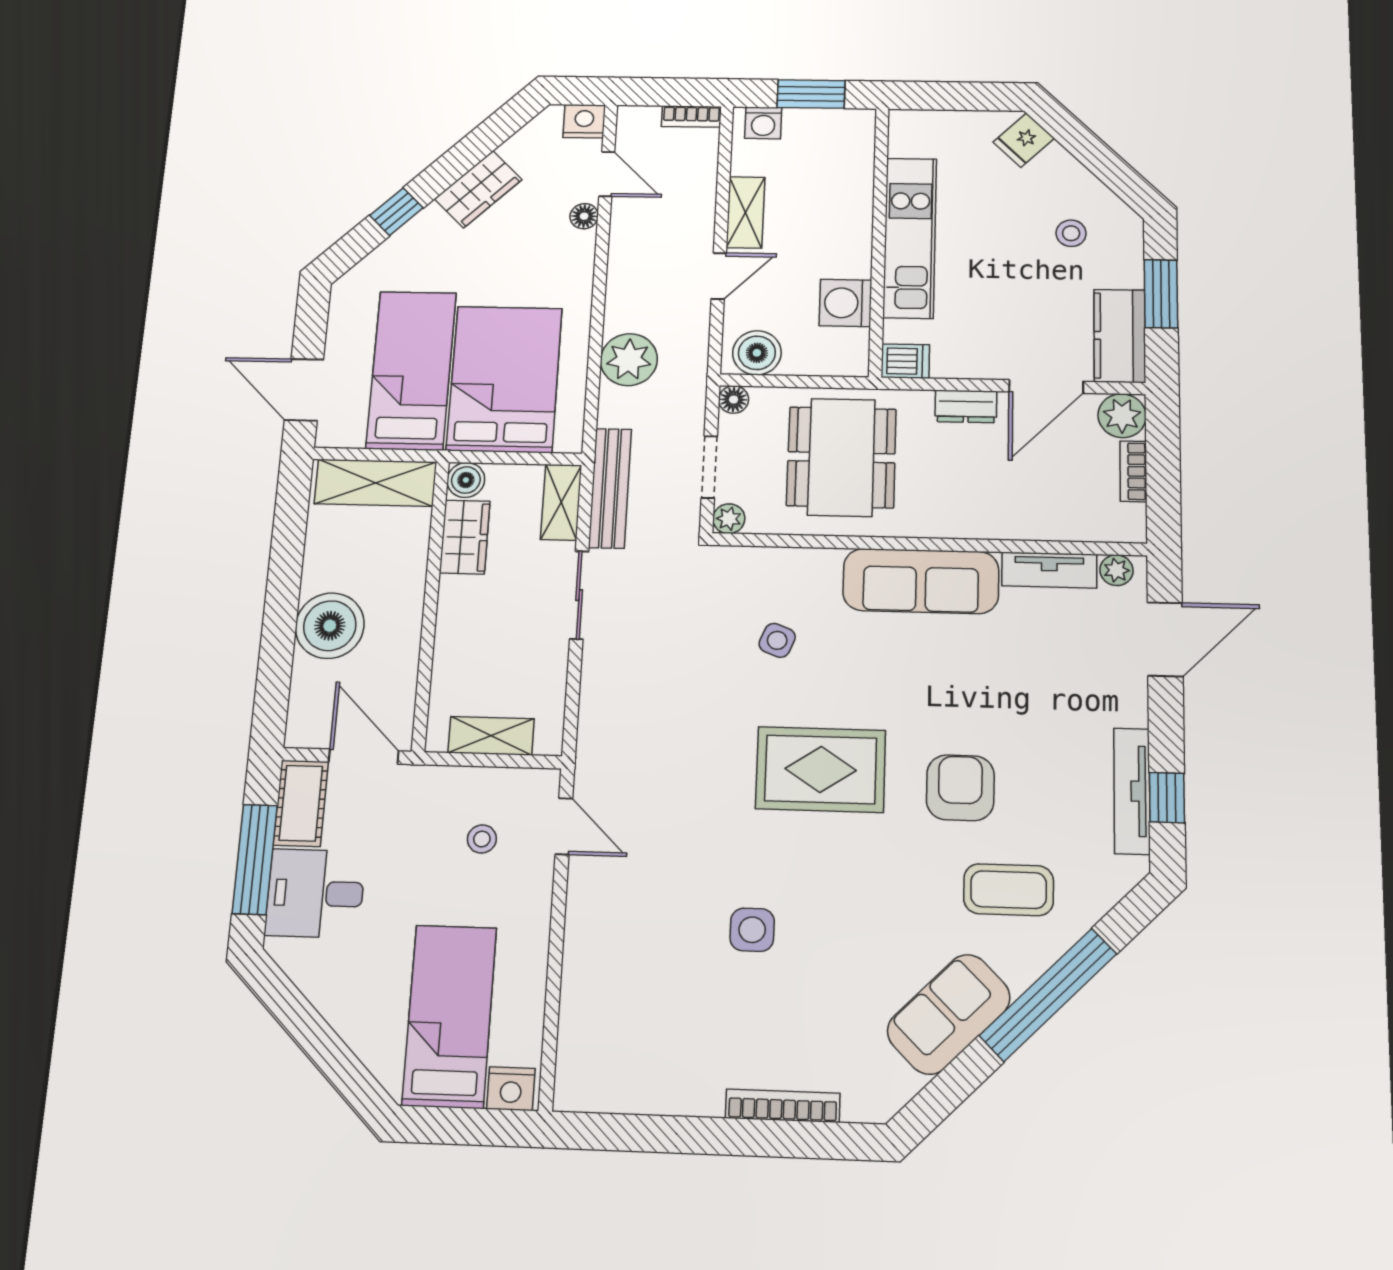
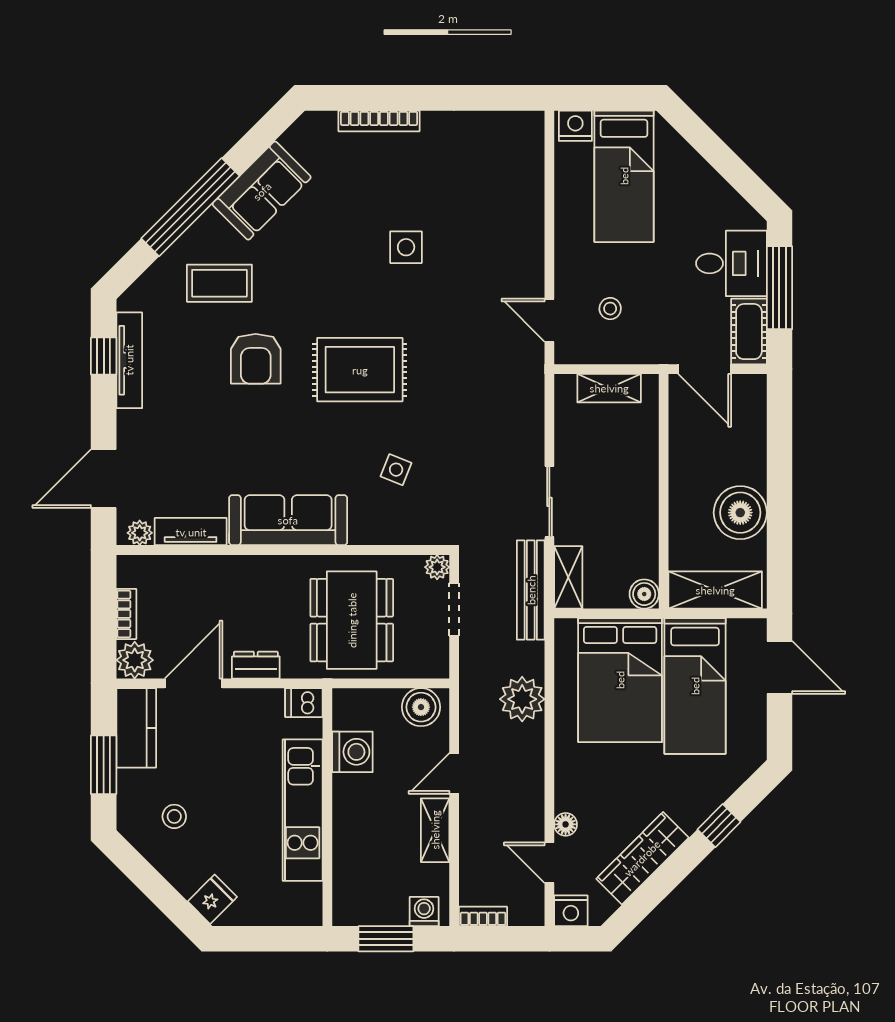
wardrobe: (478, 189) -> (642, 858), width x1.50
floor lamp: (734, 400) -> (438, 667), removed
wardrobe: (465, 537) -> (641, 547), removed
boiler: (330, 626) -> (740, 513), moved

